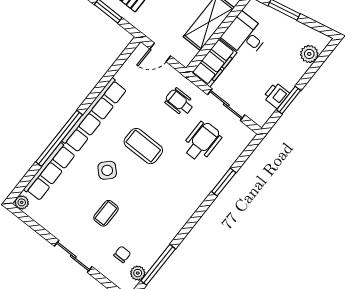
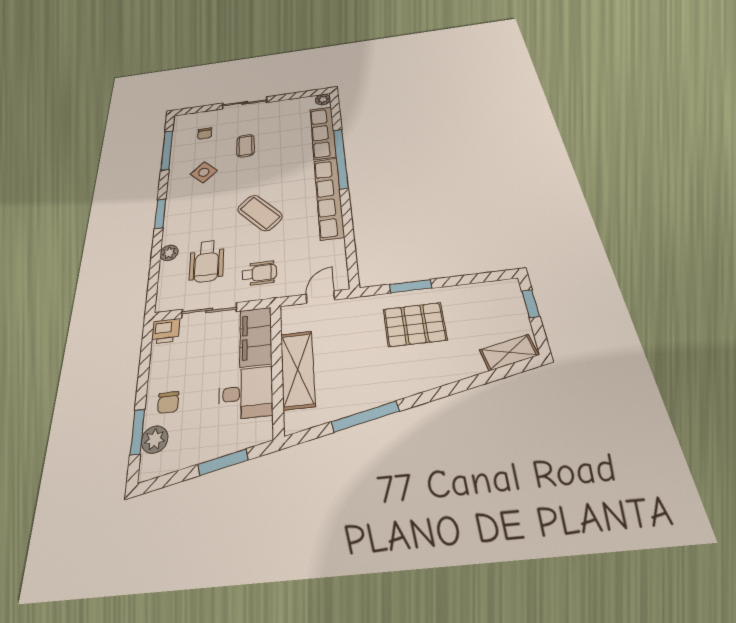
chair: (288, 69) -> (168, 402), added
printer: (276, 95) -> (166, 331), moved, turned 90
window: (289, 100) -> (137, 432), moved
coffee table: (143, 146) -> (260, 213), turned 47
side table: (107, 170) -> (204, 172), moved
window: (224, 182) -> (160, 214), moved
plant: (138, 273) -> (169, 253), moved

